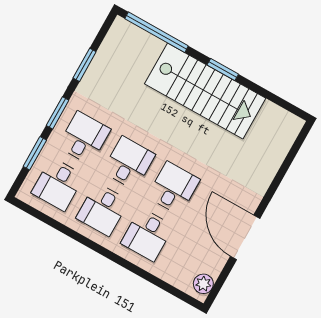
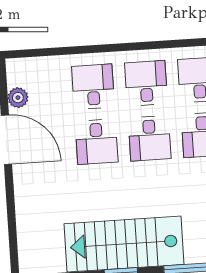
plant: (203, 284) -> (18, 98), moved

